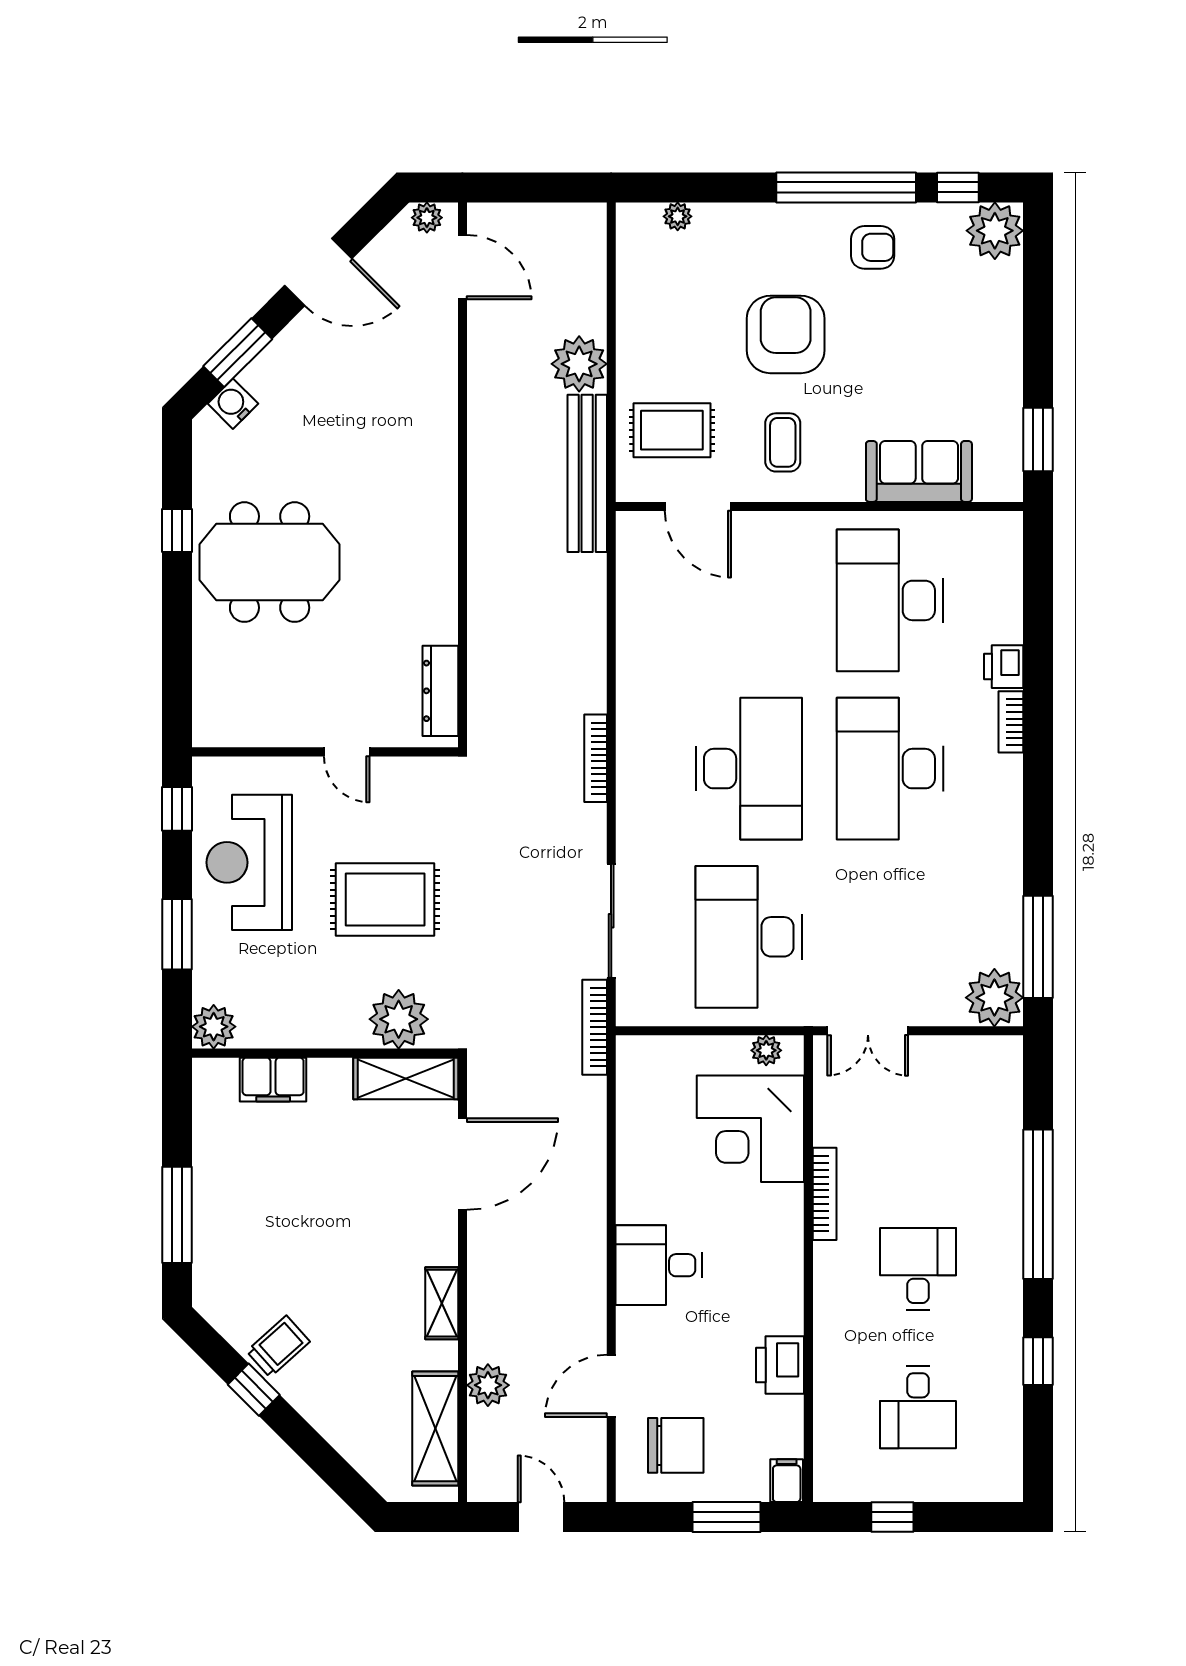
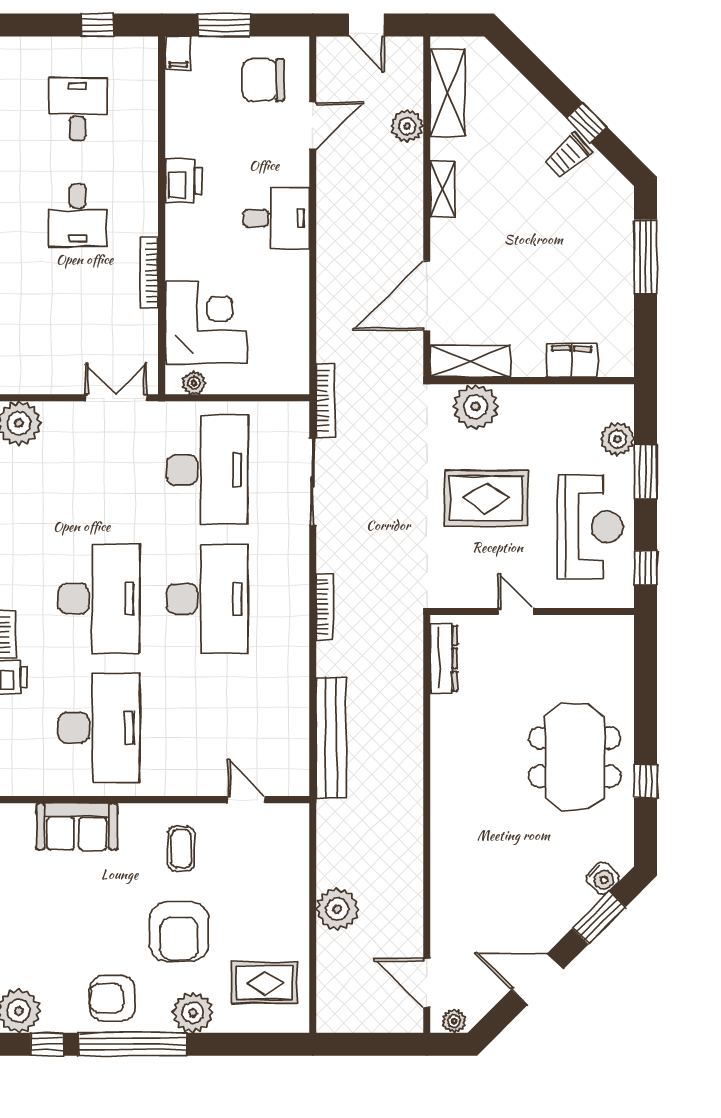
plant: (678, 216) -> (193, 1013), moved, width x1.88, depth x1.88
armchair: (873, 247) -> (112, 998), width x1.38, depth x1.38
rug: (672, 430) -> (264, 983), moved
bench: (587, 473) -> (331, 738), moved
door: (698, 506) -> (246, 800), width x0.73
meeting table: (270, 562) -> (575, 757), turned 90
desk: (749, 769) -> (207, 599), turned 180
plant: (214, 1027) -> (617, 439), moved
printer: (780, 1365) -> (183, 181), moved

